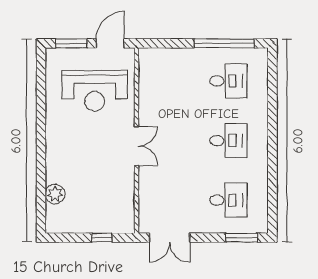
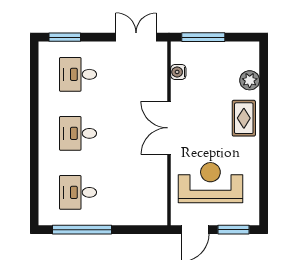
double door: (136, 146) -> (169, 128), width x1.37
rug: (61, 156) -> (244, 118), added
water cooler: (127, 202) -> (178, 72), added
window: (102, 238) -> (203, 37), width x2.17

